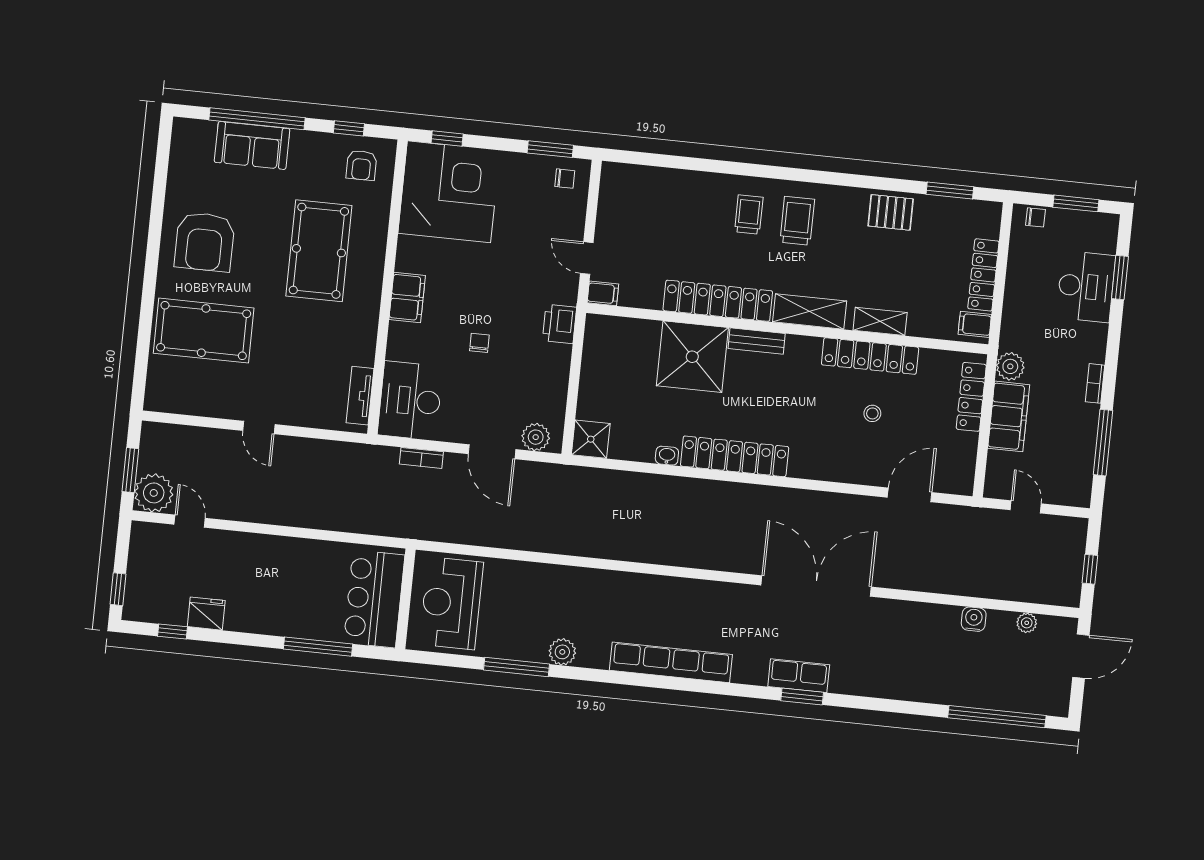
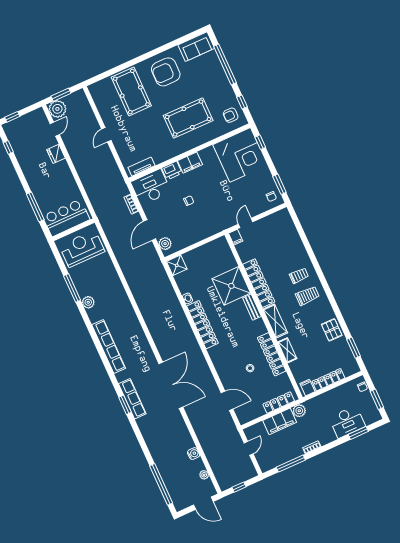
sofa: (252, 145) -> (196, 47), moved, turned -90
printer: (559, 324) -> (172, 171), moved, turned 180
fridge: (206, 614) -> (56, 154), moved, turned 180
row of seats: (799, 676) -> (132, 399), width x1.48

